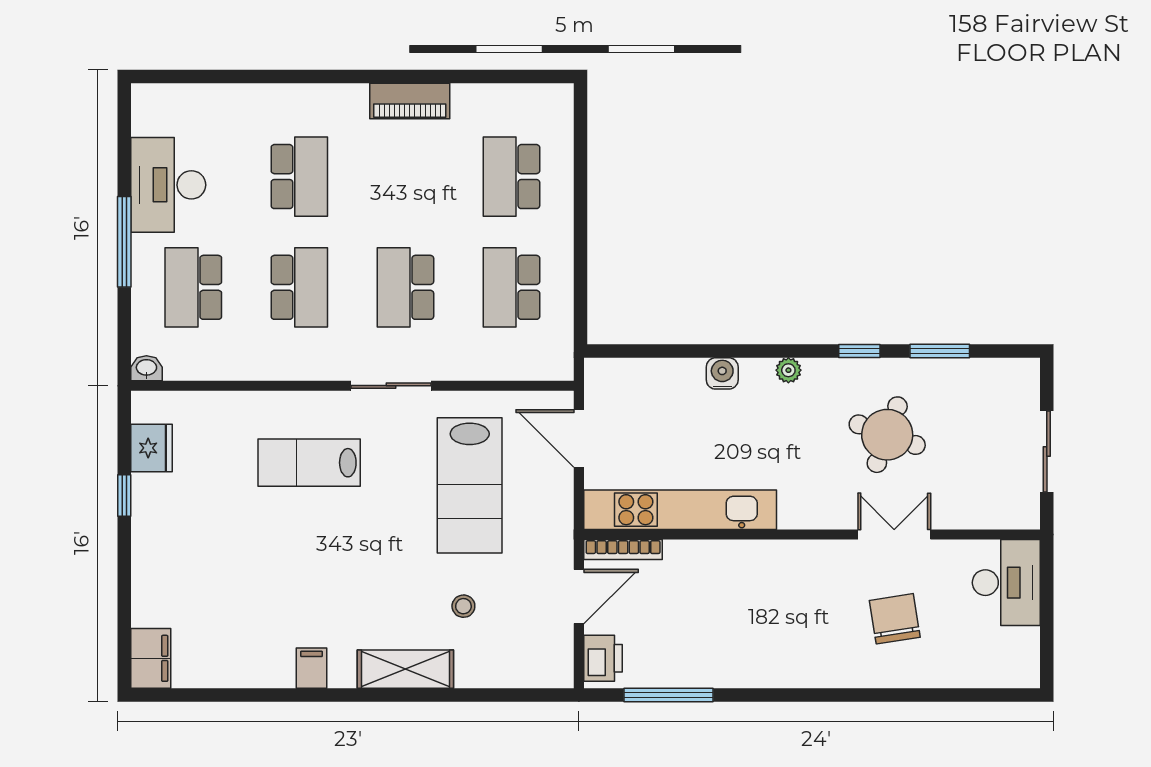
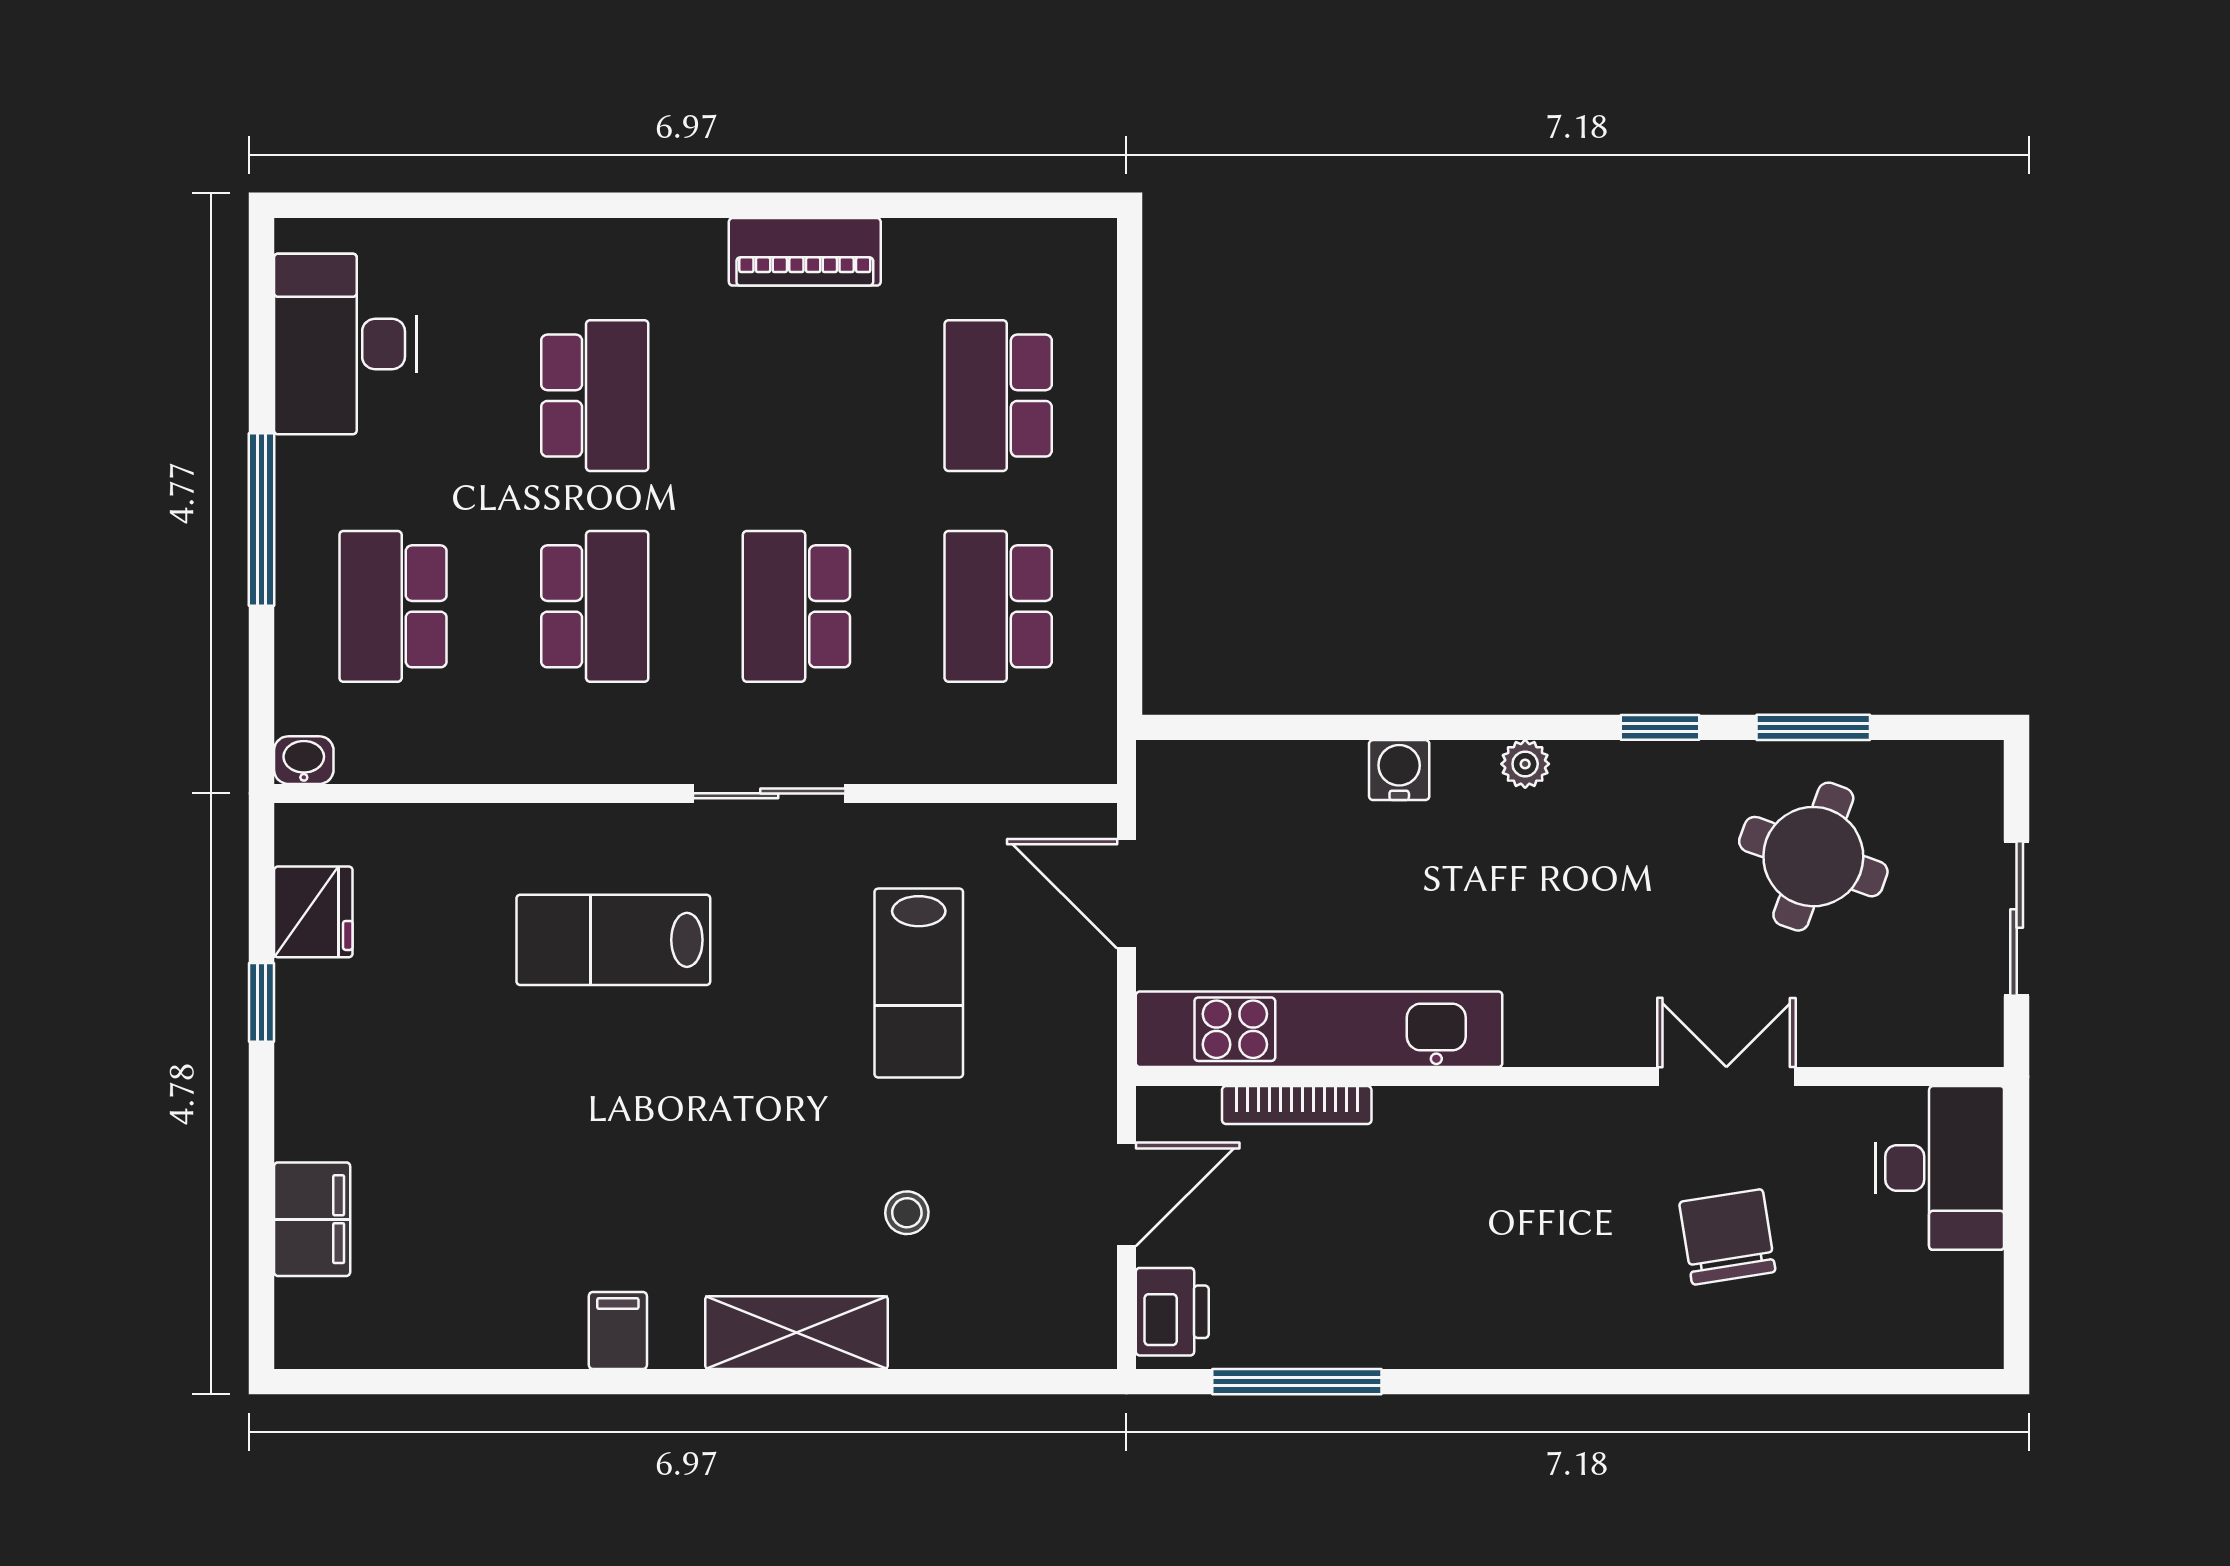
desk: (168, 185) -> (345, 344), moved
round table: (887, 435) -> (1813, 857), moved
lab bench: (470, 485) -> (919, 983), width x0.73, depth x0.72
bookcase: (623, 550) -> (1297, 1105), moved
filing cabinet: (151, 658) -> (312, 1219), moved

